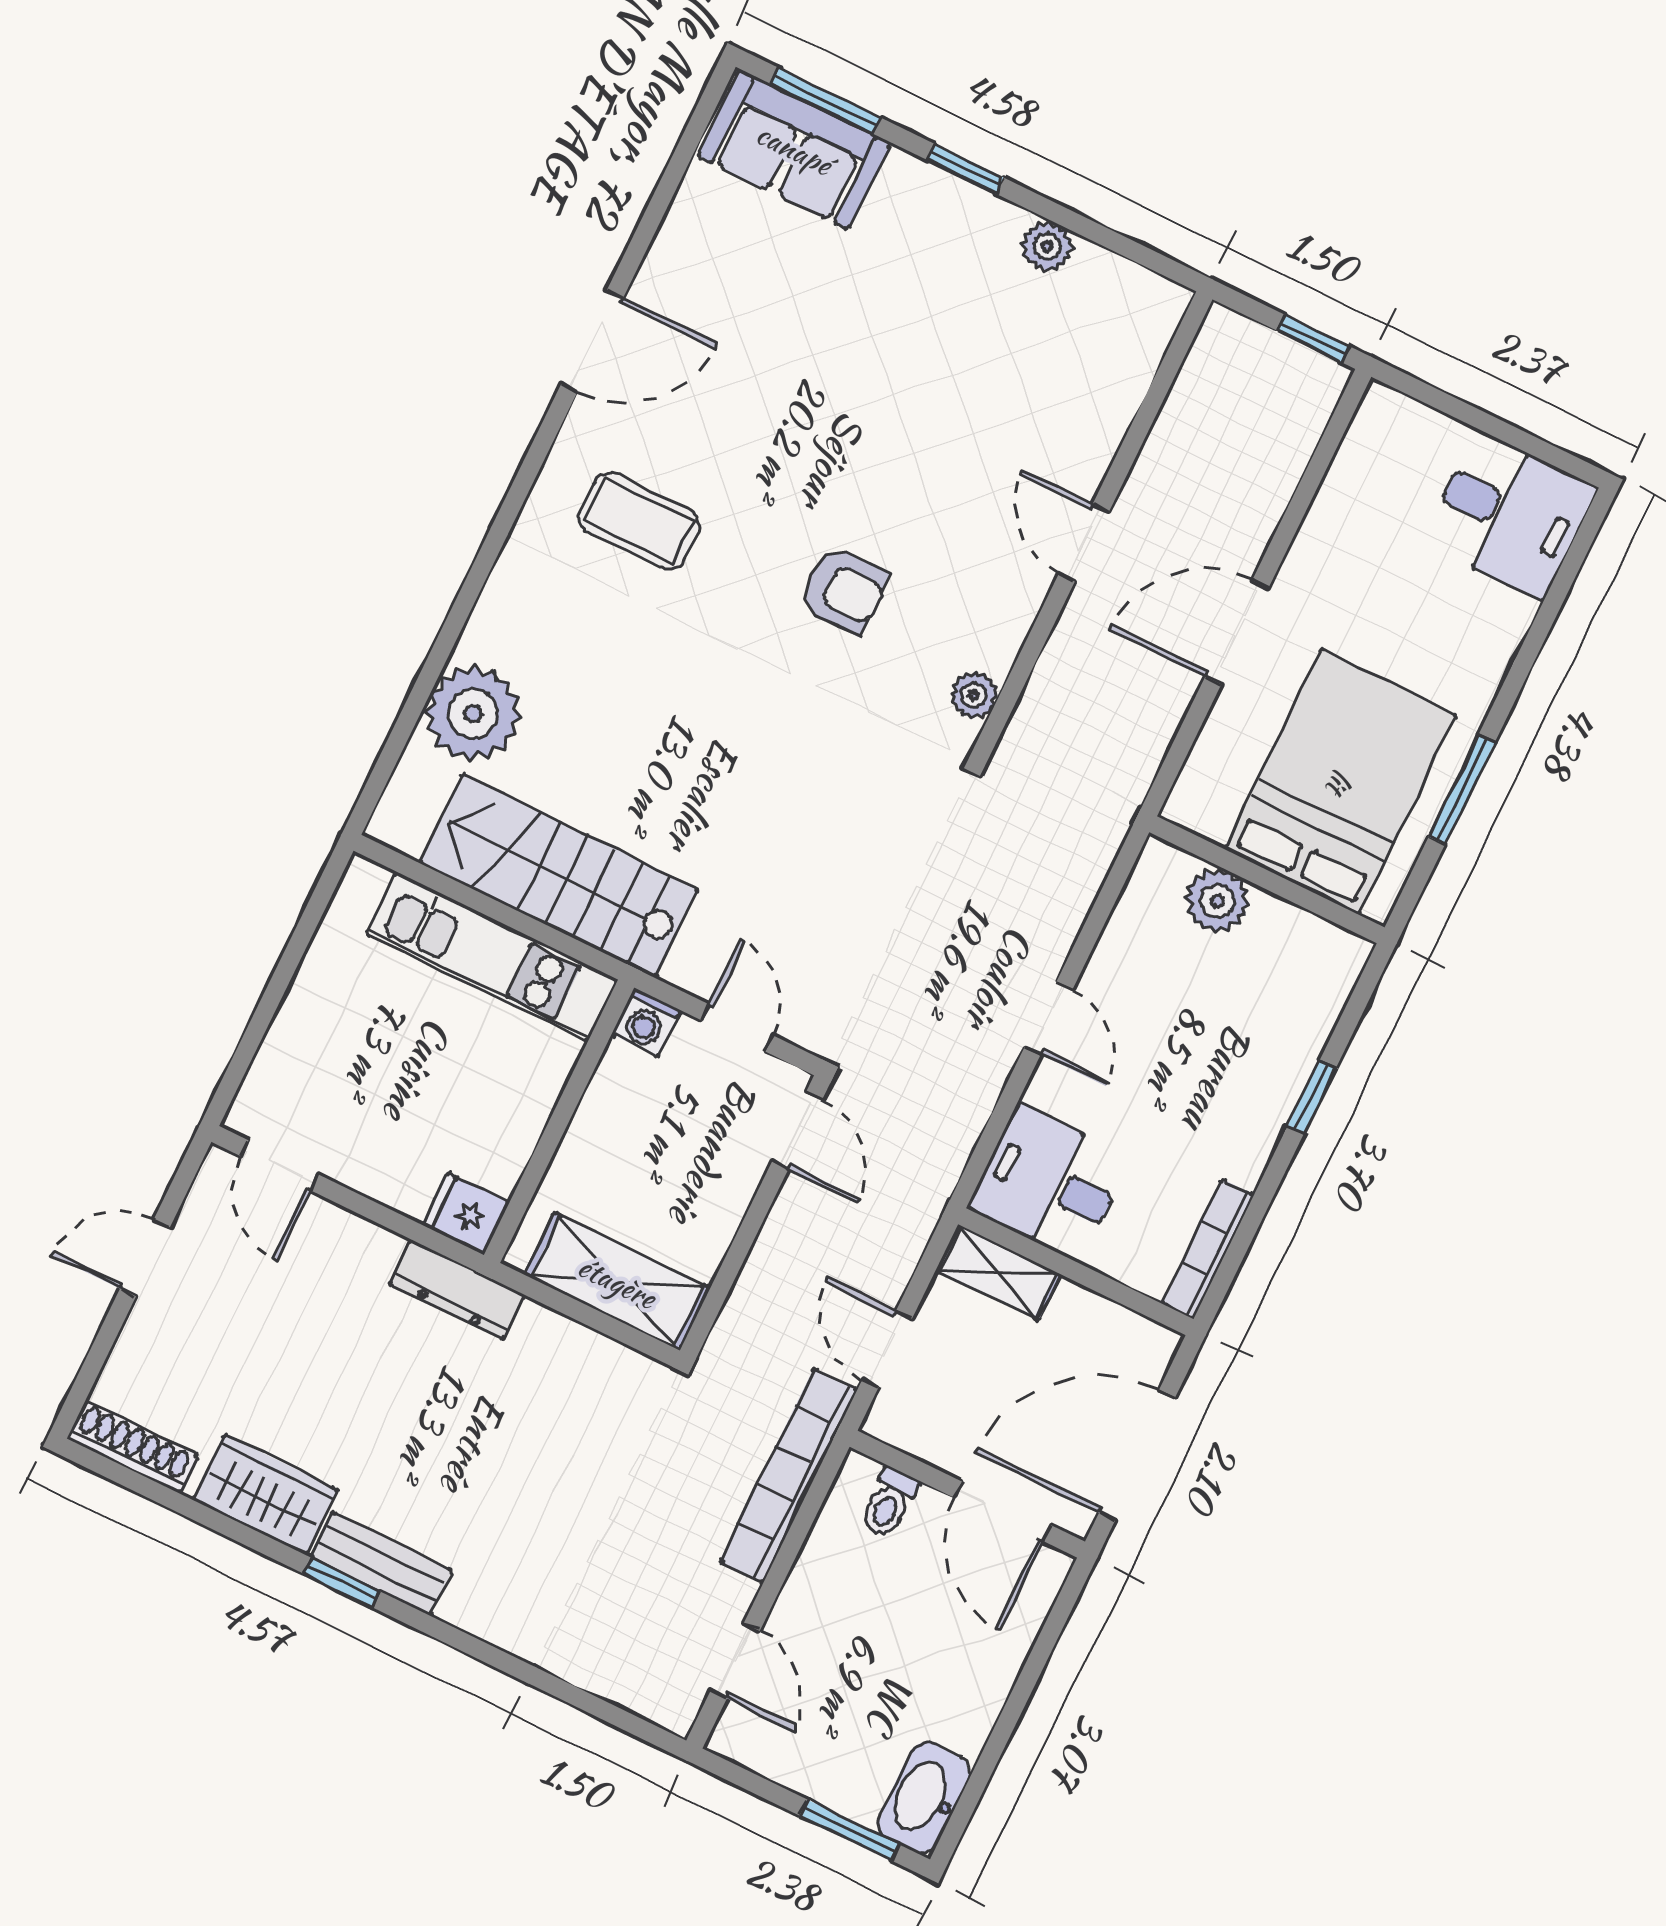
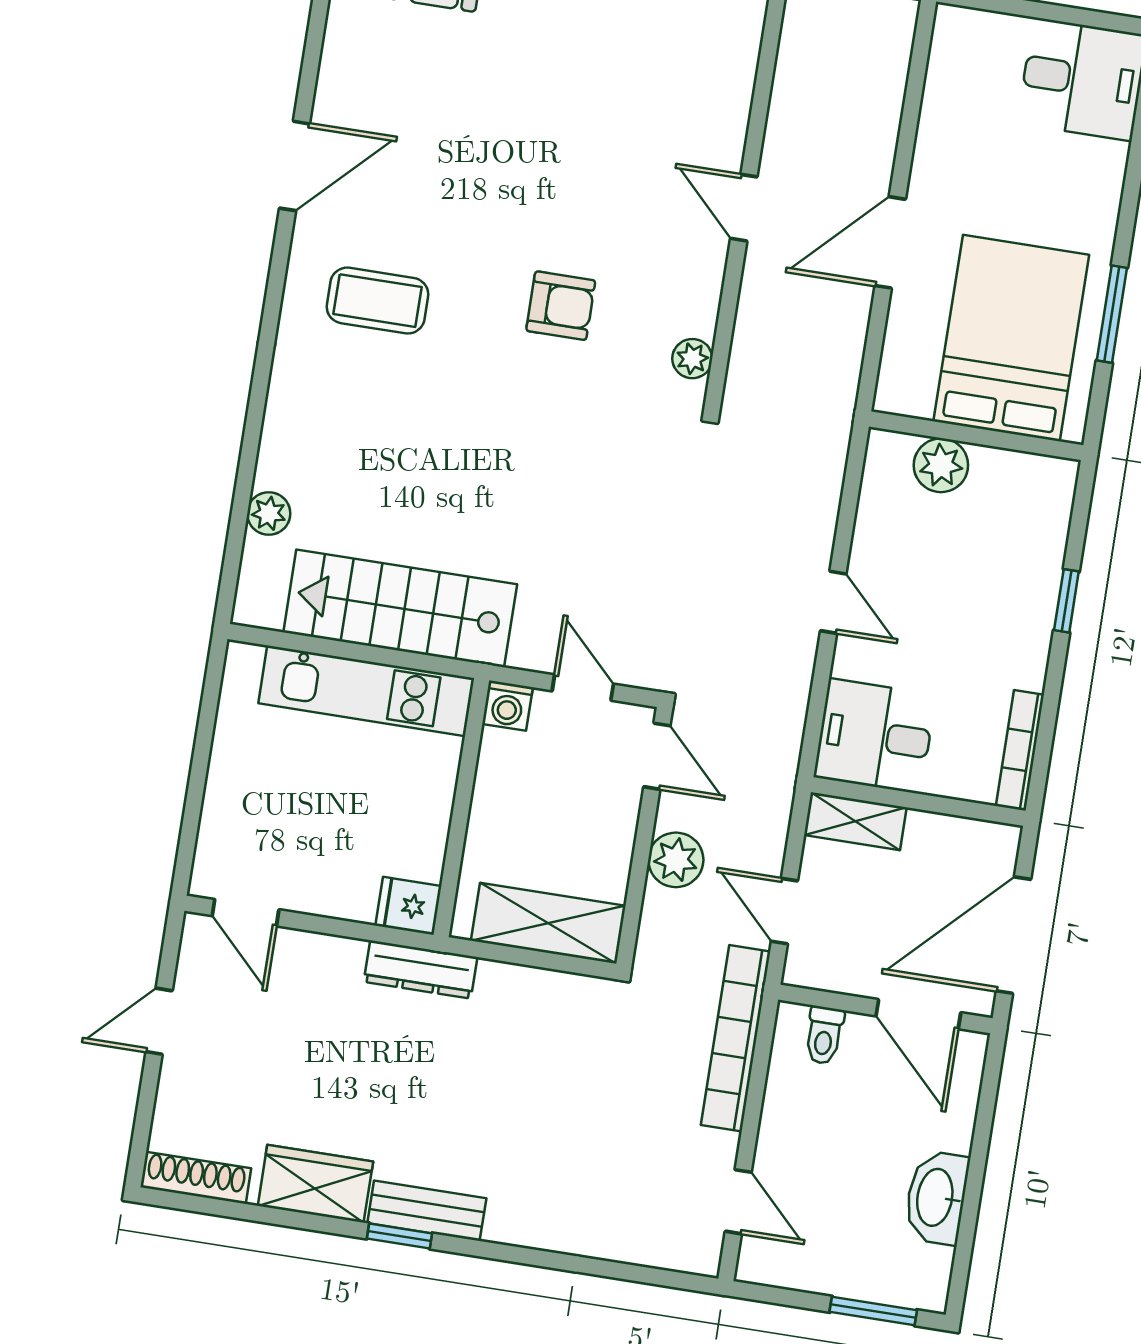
plant: (473, 714) -> (269, 514), width x0.53, depth x0.53
plant: (783, 1254) -> (676, 860), added
washbasin: (924, 1798) -> (936, 1198), moved

